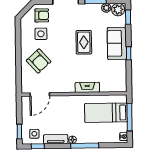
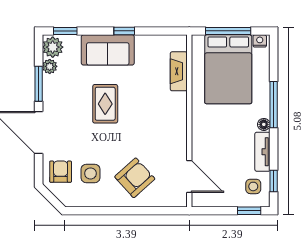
rug: (84, 42) -> (105, 104), turned 90
fireplace: (87, 87) -> (179, 71), moved
bed: (106, 113) -> (228, 69), width x1.50

